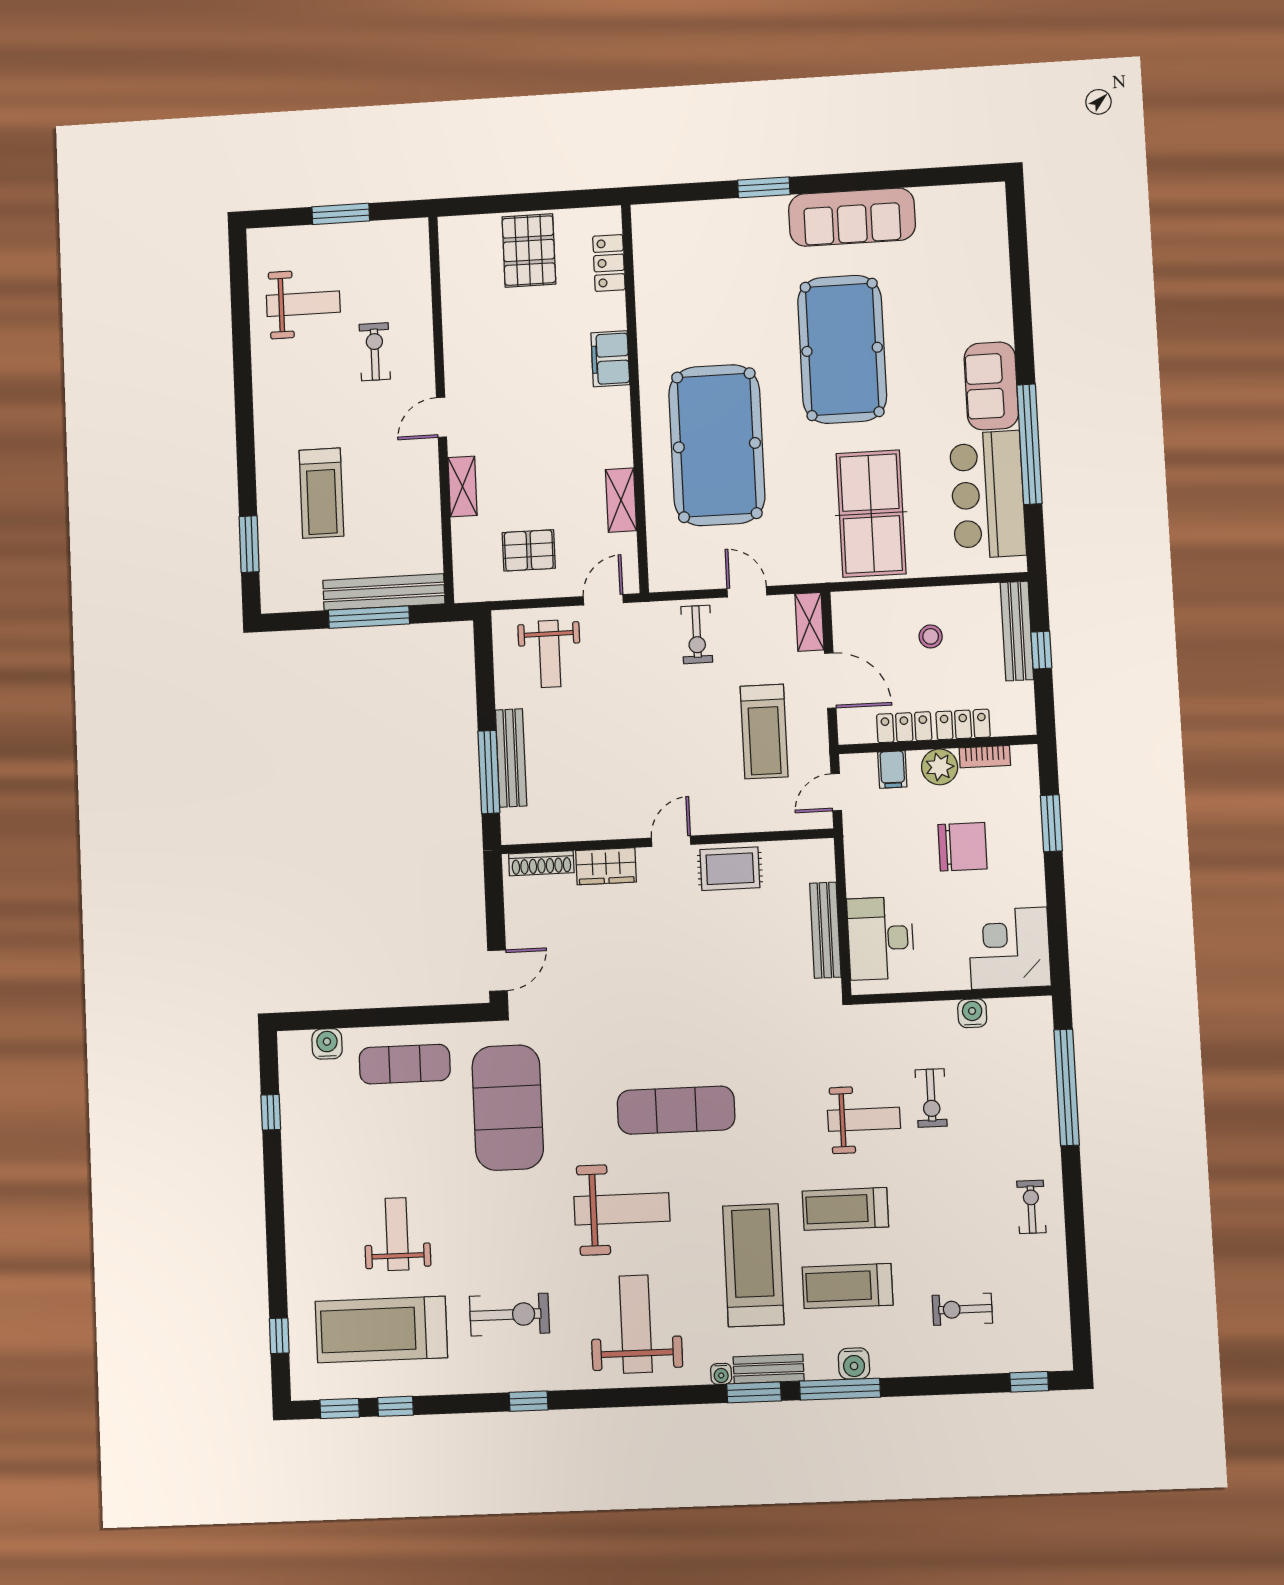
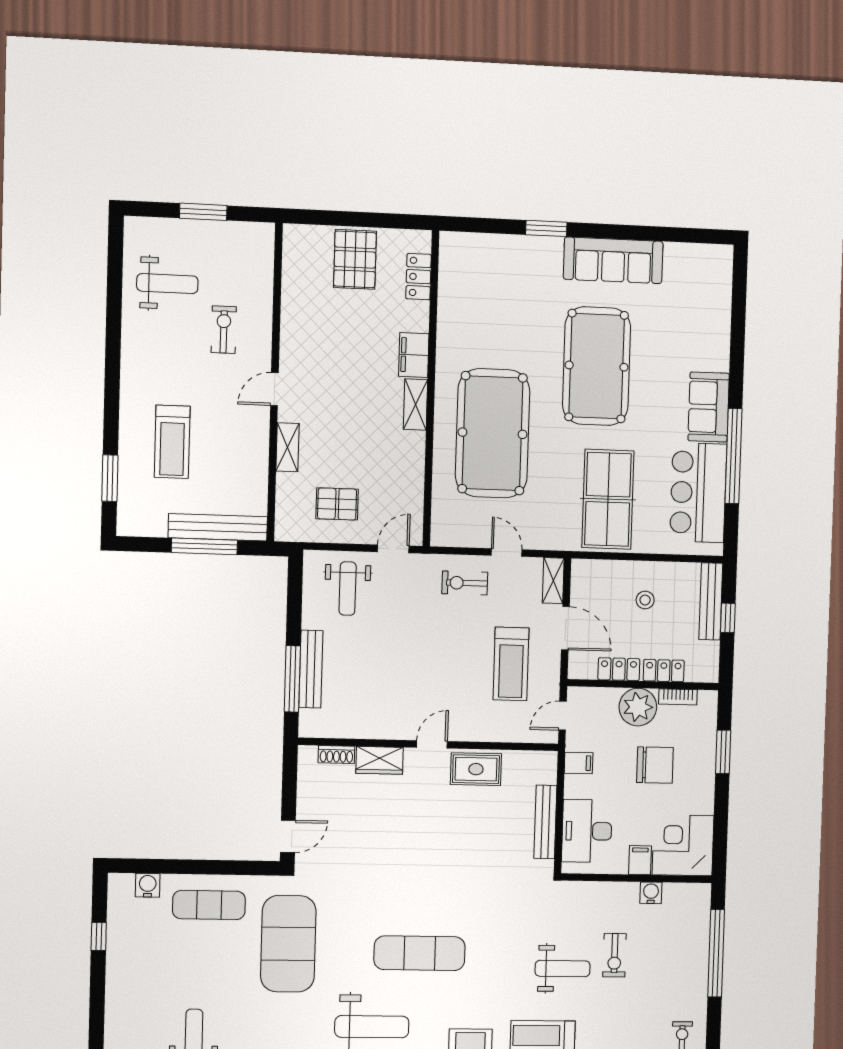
shelving: (621, 500) -> (415, 405), moved
exercise bike: (697, 634) -> (465, 583), turned 90
plant: (940, 767) -> (638, 707), width x1.36, depth x1.36
filing cabinet: (892, 769) -> (579, 763), moved, turned -90
shoe rack: (541, 863) -> (336, 754), width x0.70
filing cabinet: (954, 971) -> (640, 860), added

